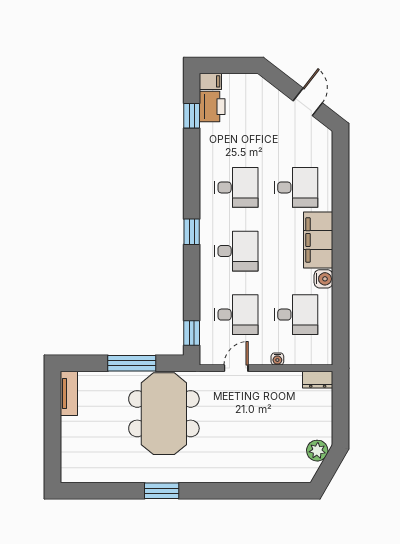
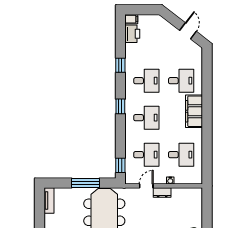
window: (192, 116) -> (120, 65), moved
water cooler: (323, 279) -> (197, 134), removed
dresser: (318, 380) -> (162, 192), moved

